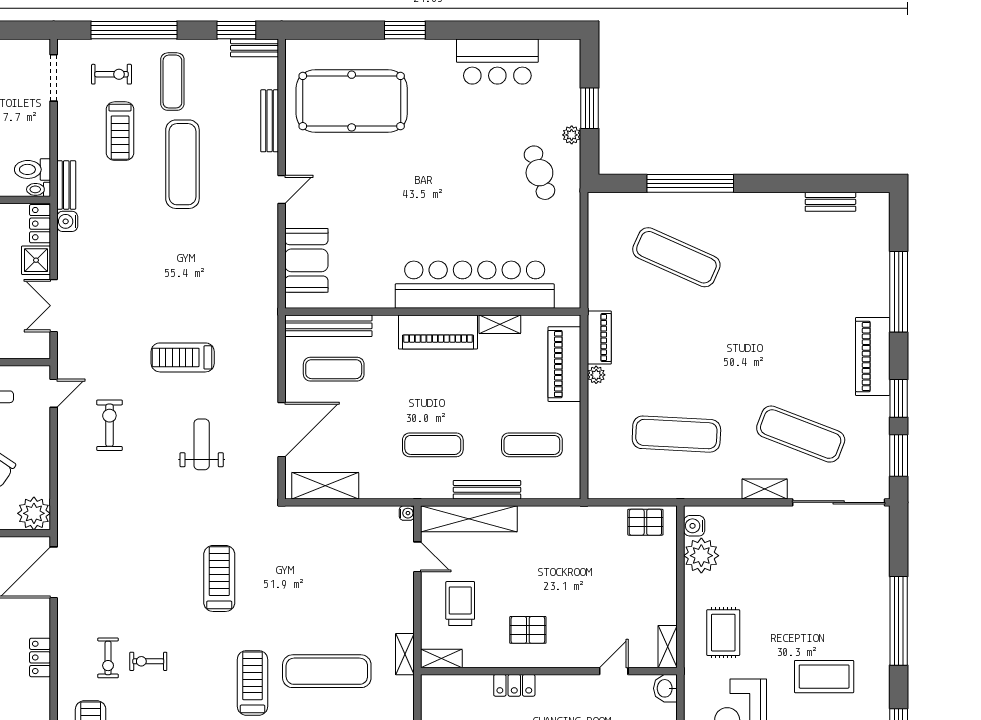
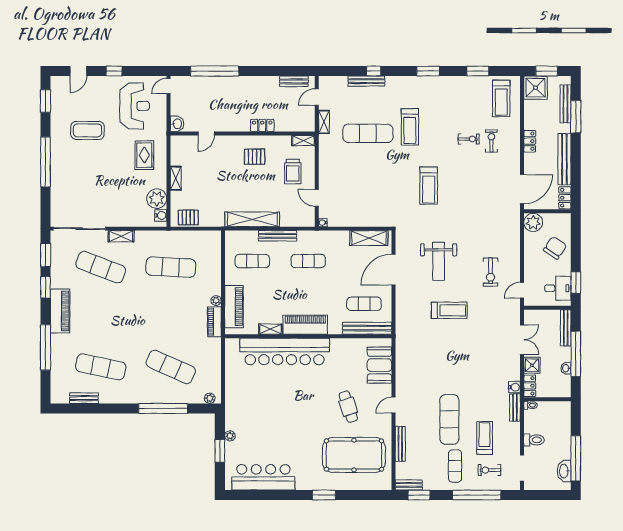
bar counter: (497, 62) -> (263, 477), width x1.36
toilet: (32, 169) -> (534, 440), moved
cafe table: (539, 173) -> (348, 407), moved
plant: (607, 202) -> (210, 398), added
exercise mat: (801, 257) -> (101, 367), added
weight bench: (202, 444) -> (439, 261), width x1.36, depth x1.33
shelving: (469, 519) -> (252, 219), moved
shelving: (668, 647) -> (176, 178), moved
shelving: (405, 654) -> (324, 122), moved

